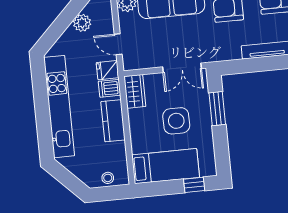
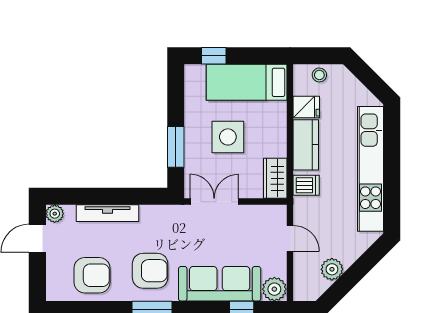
fridge: (108, 70) -> (306, 107), moved

